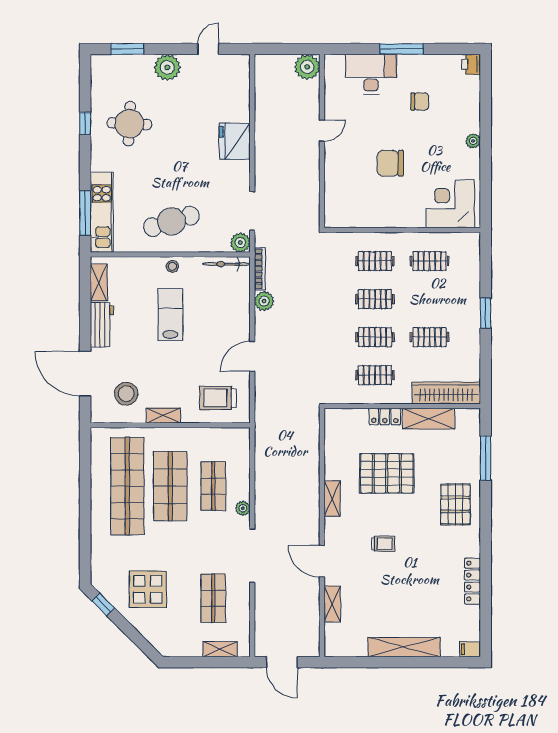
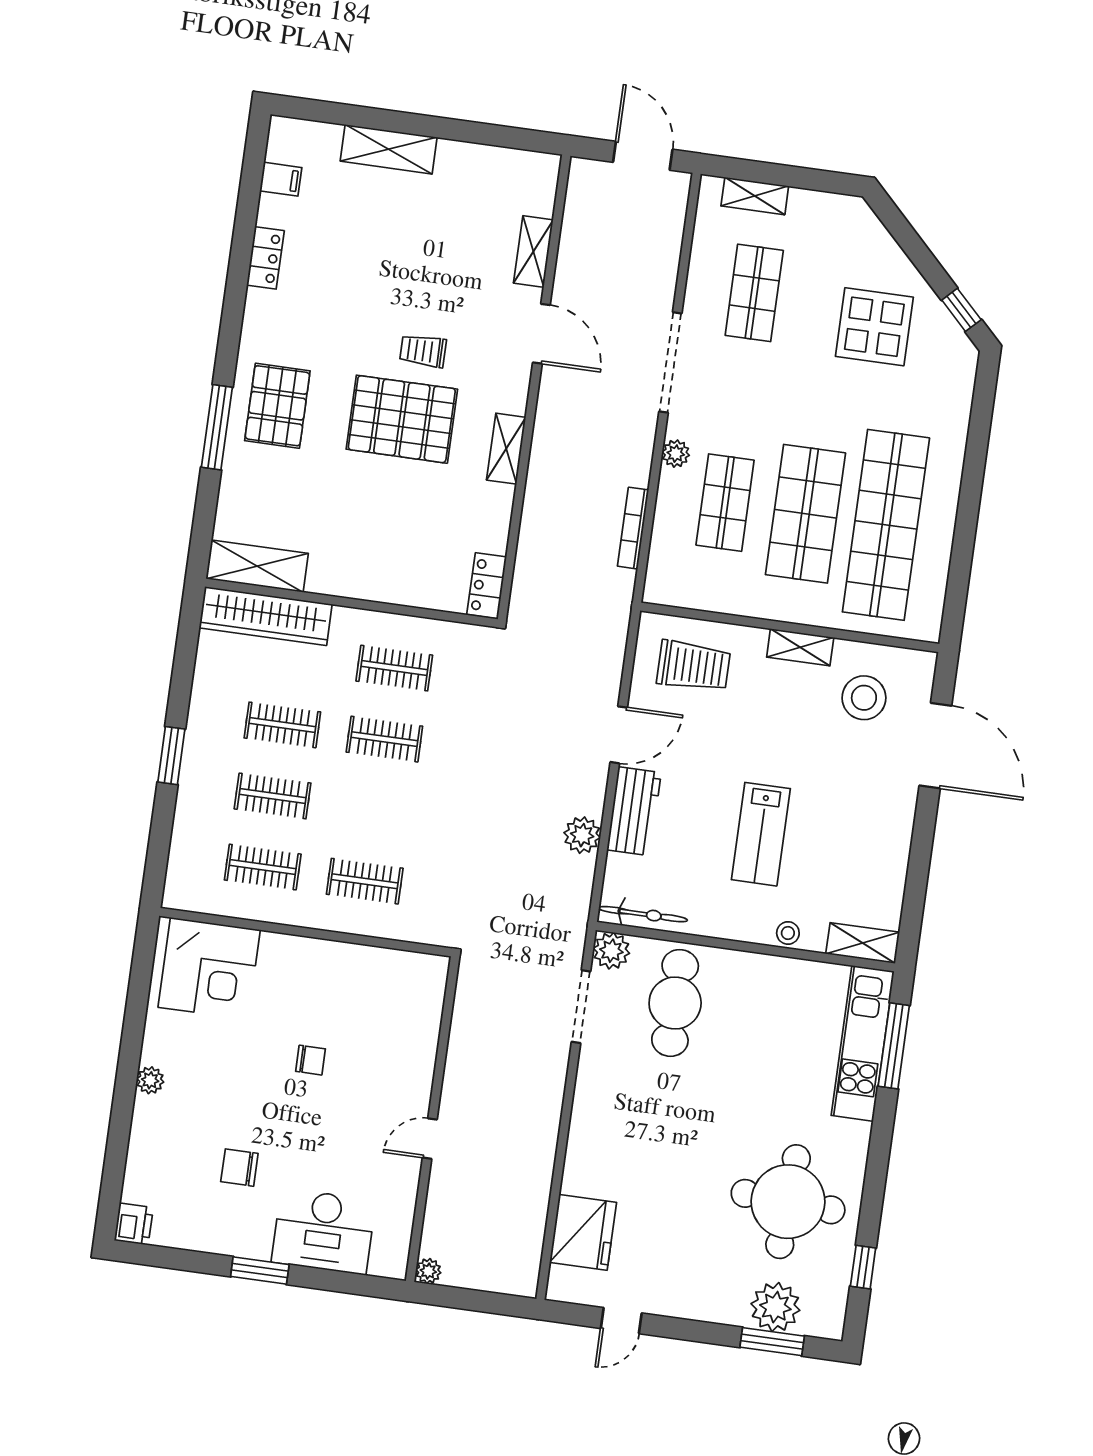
window: (402, 49) -> (260, 1271), width x0.69
plant: (167, 67) -> (775, 1307), moved
plant: (307, 67) -> (428, 1271), width x0.53, depth x0.53
window: (85, 123) -> (863, 1267), moved
round table: (129, 124) -> (788, 1202), width x1.36, depth x1.36
fridge: (235, 141) -> (583, 1232), moved
chair: (390, 163) -> (311, 1060), width x0.54, depth x0.54
cafe table: (171, 221) -> (675, 1003), moved, turned -73
stool: (172, 266) -> (788, 933), moved
bookcase: (260, 269) -> (633, 528), moved
shelving: (99, 282) -> (863, 943), moved, turned 90
clothes rail: (375, 299) -> (273, 796), moved
workbench: (102, 325) -> (634, 811), moved, turned 180
locker: (385, 417) -> (487, 586), moved, turned -90
shelving: (429, 419) -> (257, 566), moved
window: (486, 458) -> (217, 427), moved
pallet: (387, 473) -> (402, 419), moved
locker: (472, 581) -> (265, 258), width x0.66
shelving: (404, 647) -> (389, 149), width x0.68
filing cabinet: (470, 649) -> (281, 179), moved

